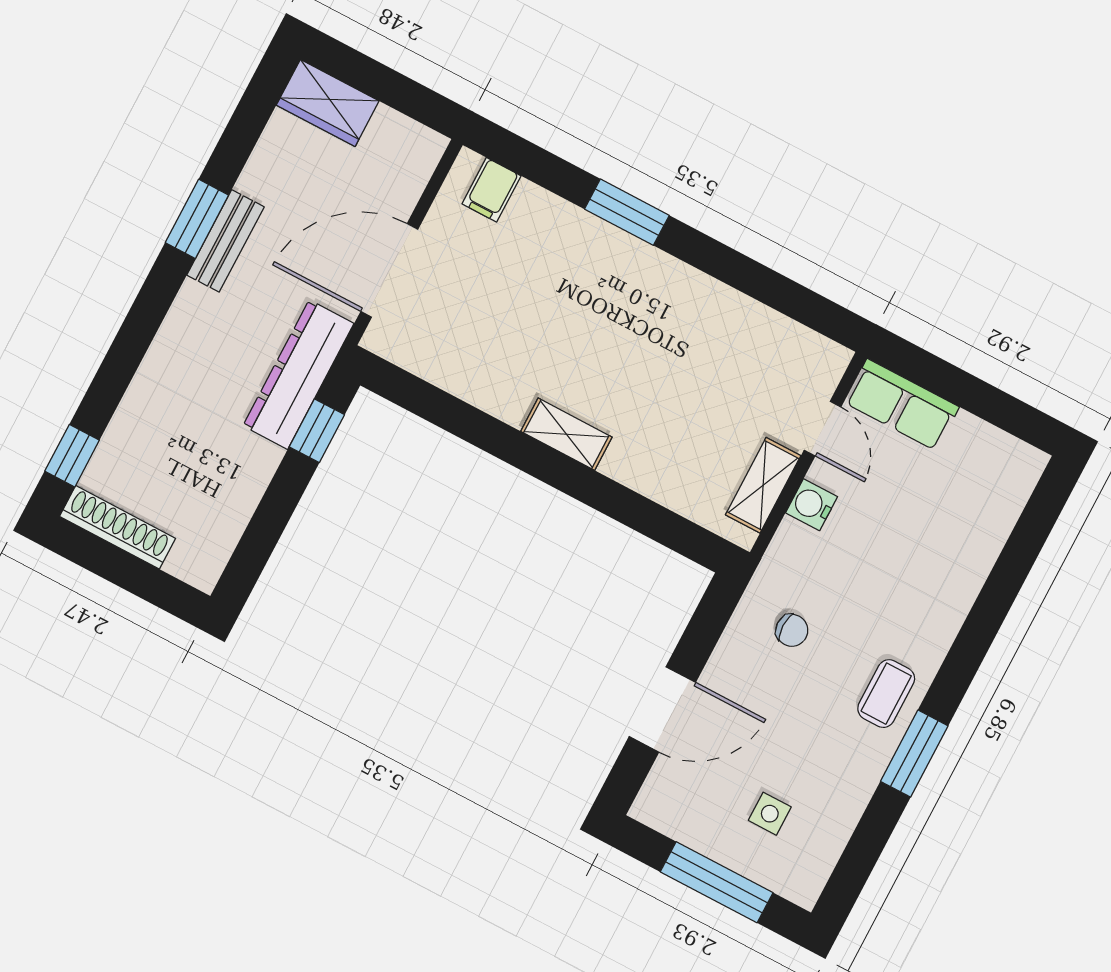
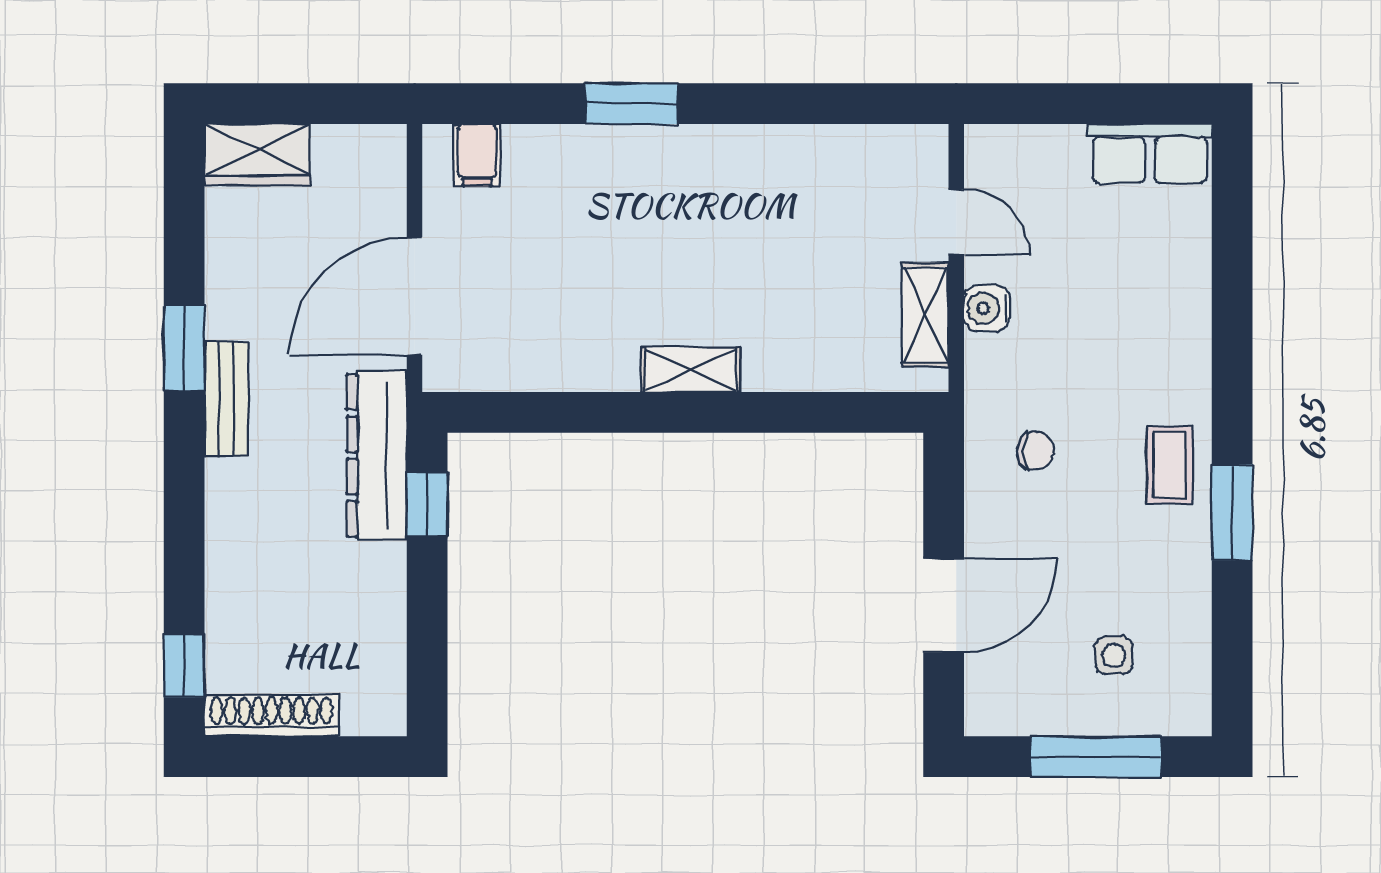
bench: (225, 241) -> (226, 399), moved
row of seats: (902, 405) -> (1150, 154), moved

